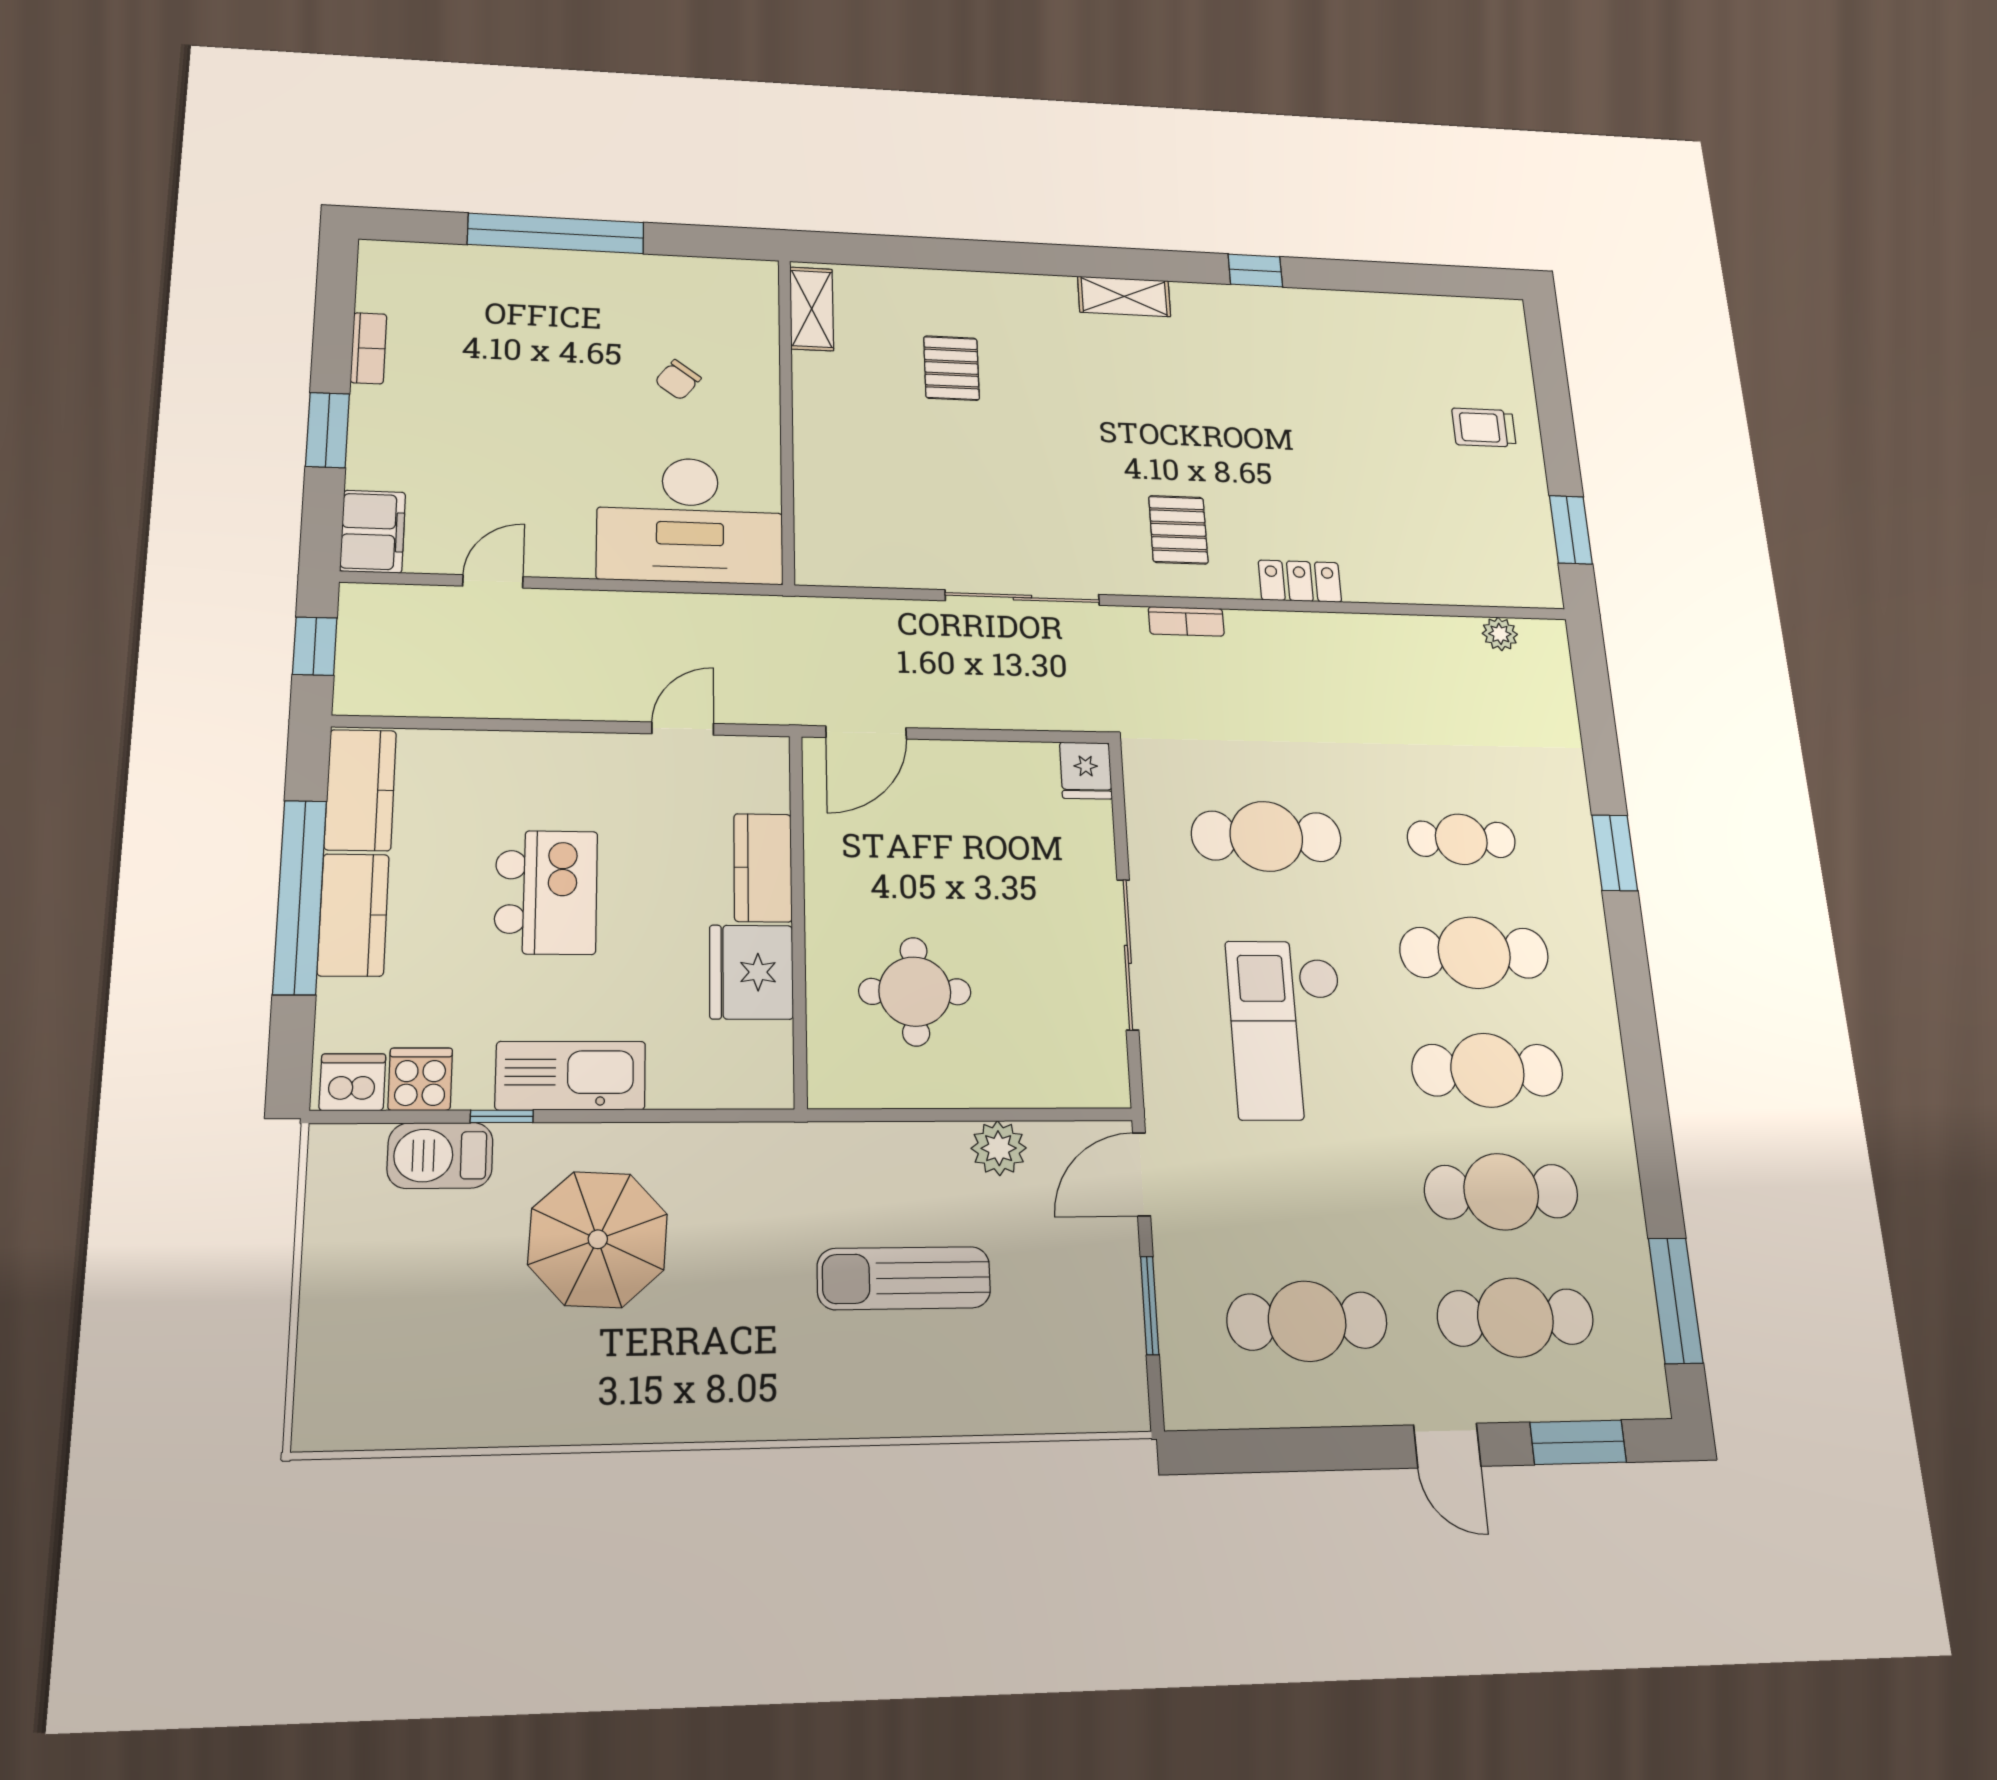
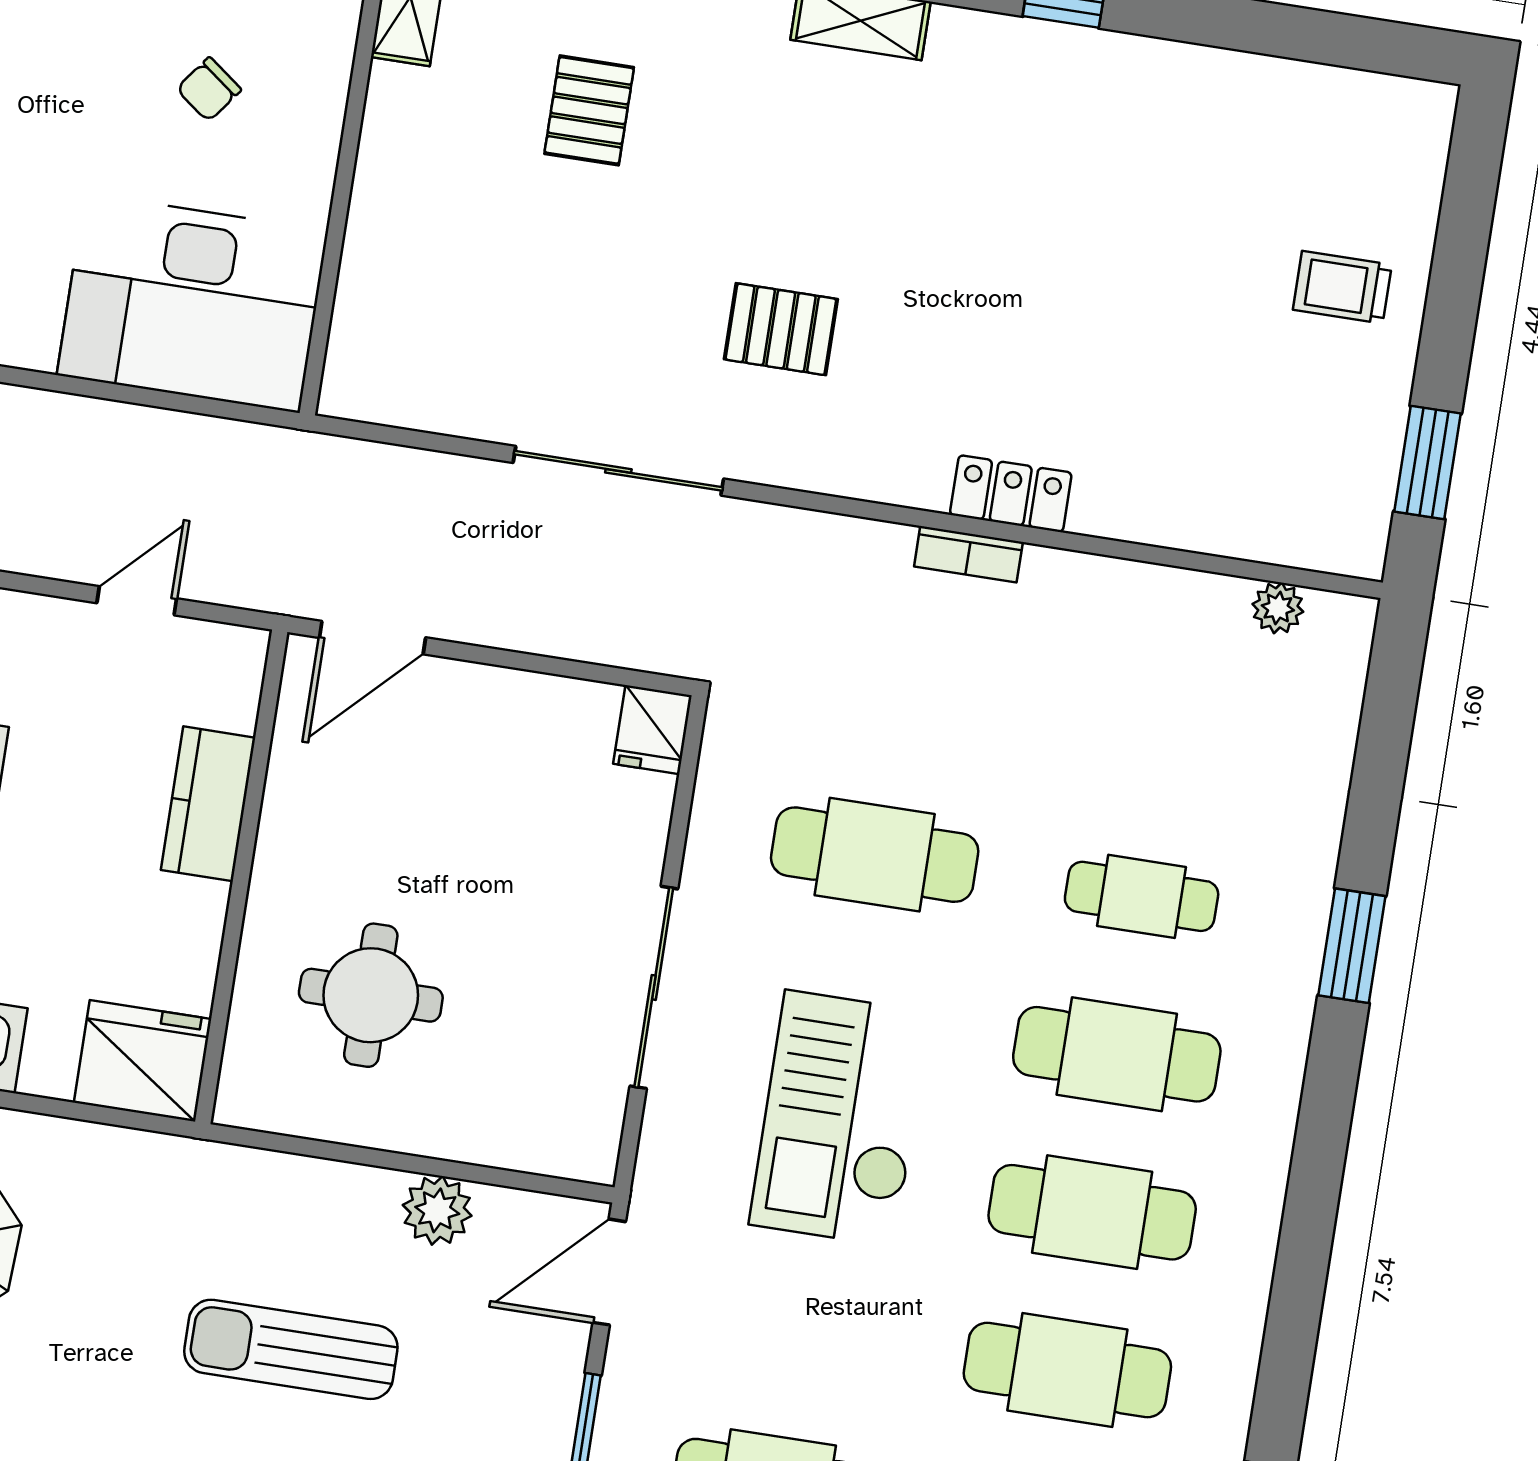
pallet: (1178, 530) -> (781, 329), moved, turned 90
bookcase: (1186, 621) -> (968, 554), moved
fridge: (751, 972) -> (143, 1061), moved, turned 90

